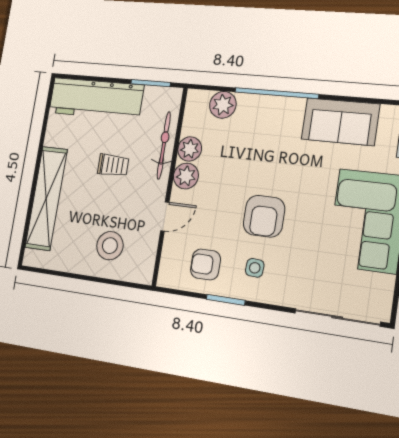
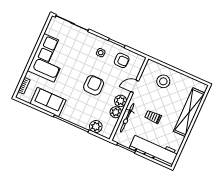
armchair: (264, 216) -> (94, 85), moved

